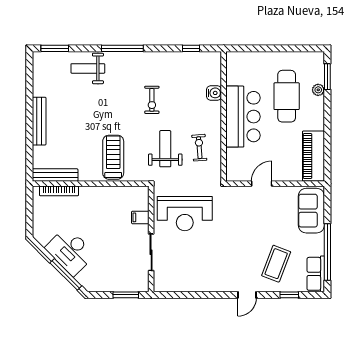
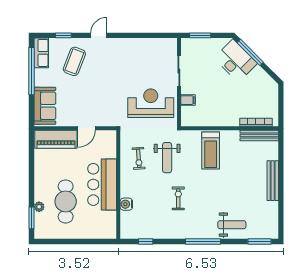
piano: (313, 156) -> (56, 139), moved, turned 90
desk: (70, 251) -> (236, 61), moved

